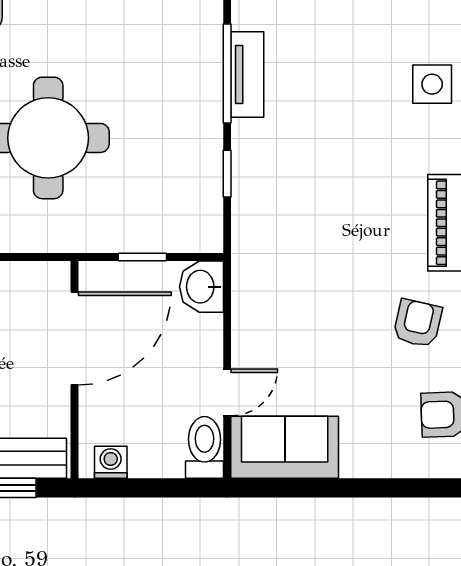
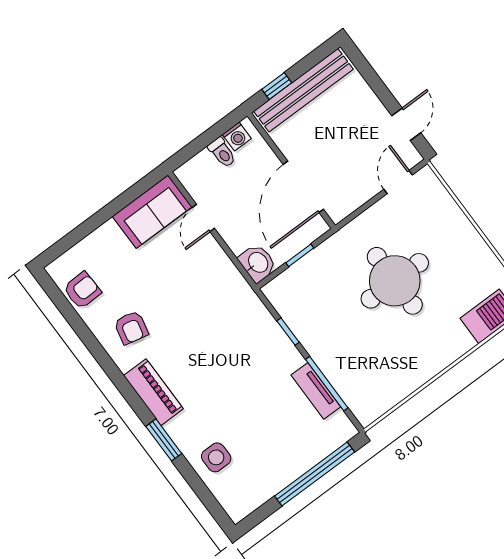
toilet: (204, 447) -> (222, 153), moved, width x0.73, depth x0.72

